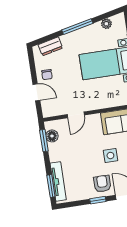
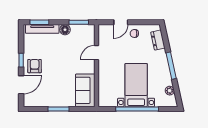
door: (76, 115) -> (96, 53), hinge flipped
floor lamp: (52, 136) -> (65, 30), moved
side table: (110, 156) -> (57, 77), removed
armchair: (102, 184) -> (35, 66), turned -90

